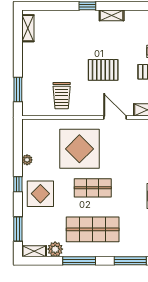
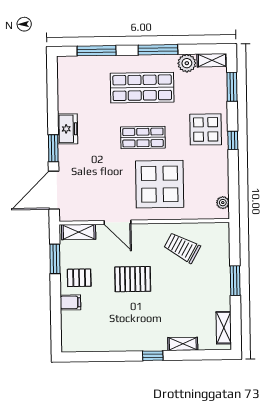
shelving: (112, 15) -> (183, 344), moved
window: (18, 89) -> (235, 281), moved
trolley: (62, 96) -> (182, 248), turned -61
plant: (27, 160) -> (223, 203), moved

